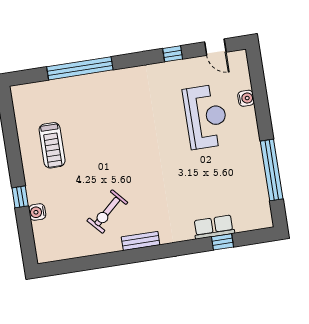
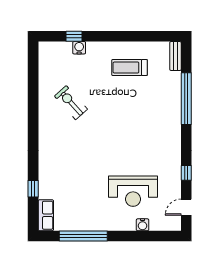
window: (20, 197) -> (74, 36), moved
row of seats: (214, 227) -> (46, 215), moved
bench: (141, 241) -> (175, 56), moved

